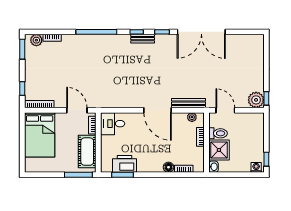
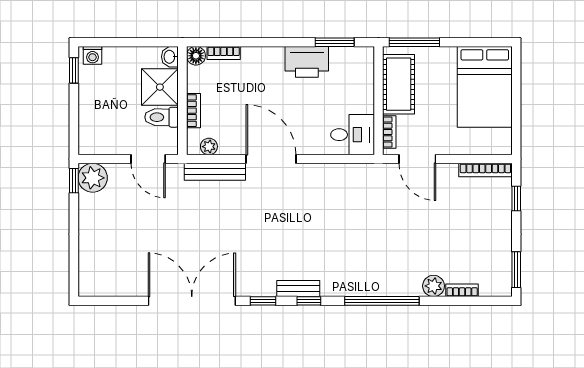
plant: (36, 40) -> (434, 286), moved
bed: (40, 135) -> (485, 87), moved, turned 180
printer: (125, 164) -> (307, 62), moved
floor lamp: (169, 167) -> (196, 56), moved

